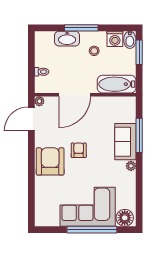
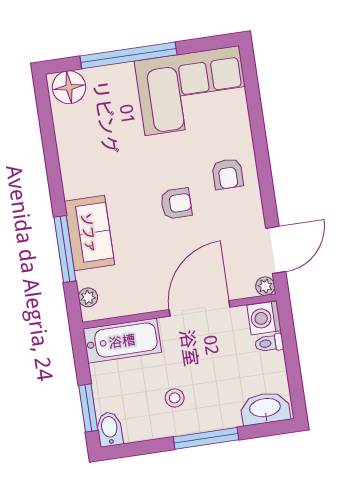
washbasin: (67, 39) -> (265, 408), moved
washing machine: (115, 39) -> (264, 318), moved, turned -90
armchair: (79, 150) -> (176, 203), turned -90
armchair: (50, 161) -> (228, 174), width x0.53, depth x0.53
plant: (131, 166) -> (88, 297), moved
corner sofa: (88, 207) -> (192, 91), moved

